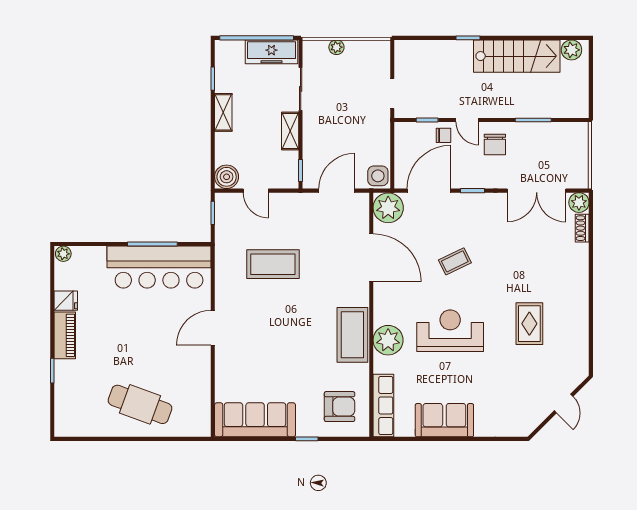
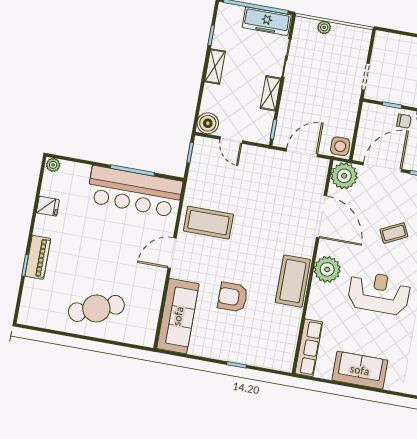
coffee table: (273, 264) -> (208, 223), moved
piano: (65, 335) -> (38, 257), moved
plant: (388, 340) -> (327, 269), moved
cafe table: (140, 404) -> (96, 308), turned -41
armchair: (340, 407) -> (233, 297), moved, turned 180
sofa: (255, 420) -> (178, 316), moved, turned 90

